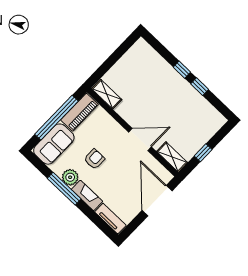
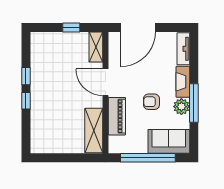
shelving: (107, 94) -> (94, 131), width x1.50, depth x1.33
piano: (80, 112) -> (117, 116), moved, turned 90

